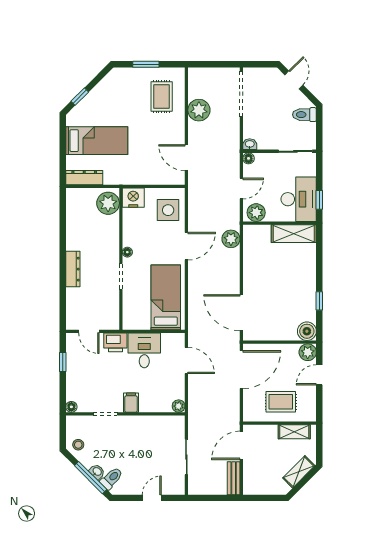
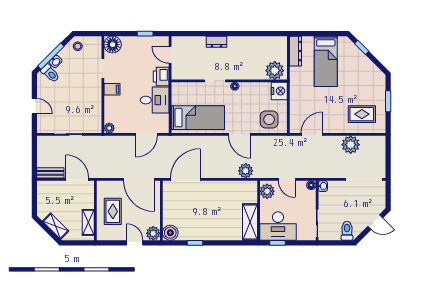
dresser: (73, 269) -> (217, 42), width x0.70
door: (89, 331) -> (170, 55), hinge flipped
floor lamp: (71, 407) -> (113, 45), width x1.89, depth x1.89

